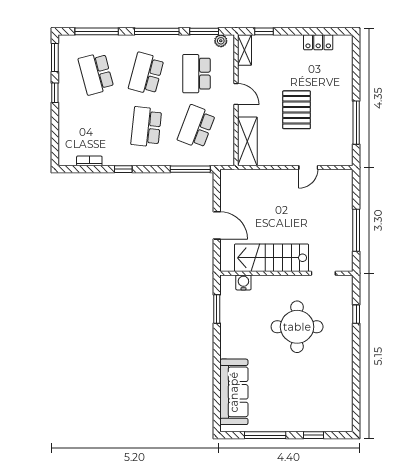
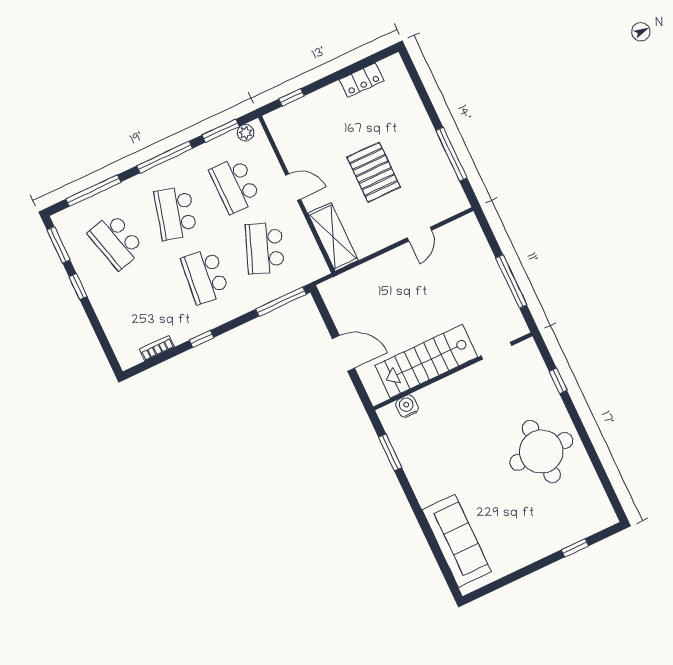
shelving: (245, 50) -> (279, 130), removed
round table: (297, 327) -> (541, 451), moved
window: (265, 435) -> (518, 575), removed

